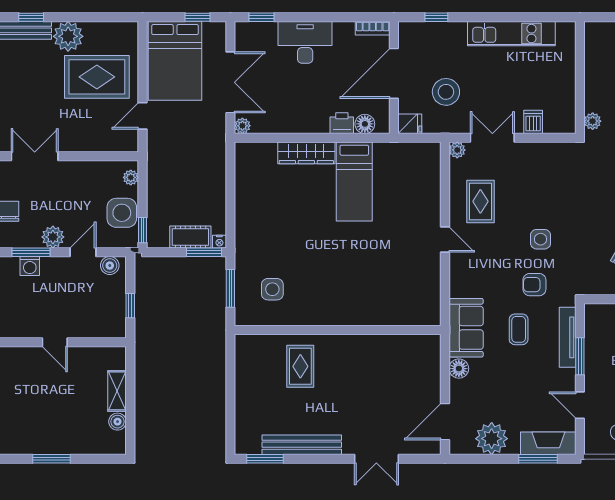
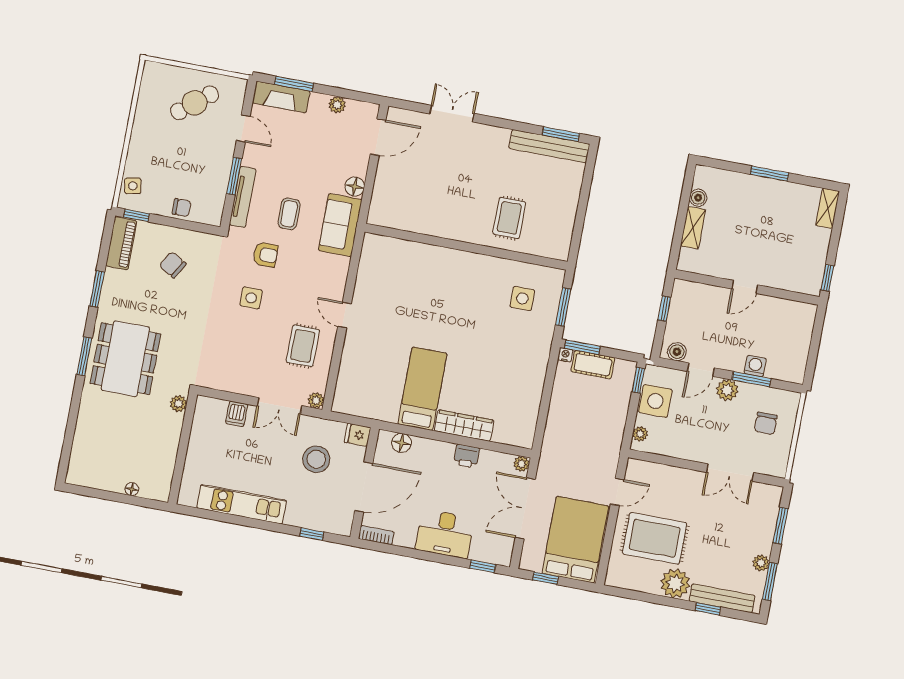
printer: (342, 123) -> (467, 456), moved
door: (55, 342) -> (745, 287), swing flipped
plant: (492, 439) -> (337, 105), width x0.53, depth x0.53
bench: (302, 445) -> (549, 146), moved

